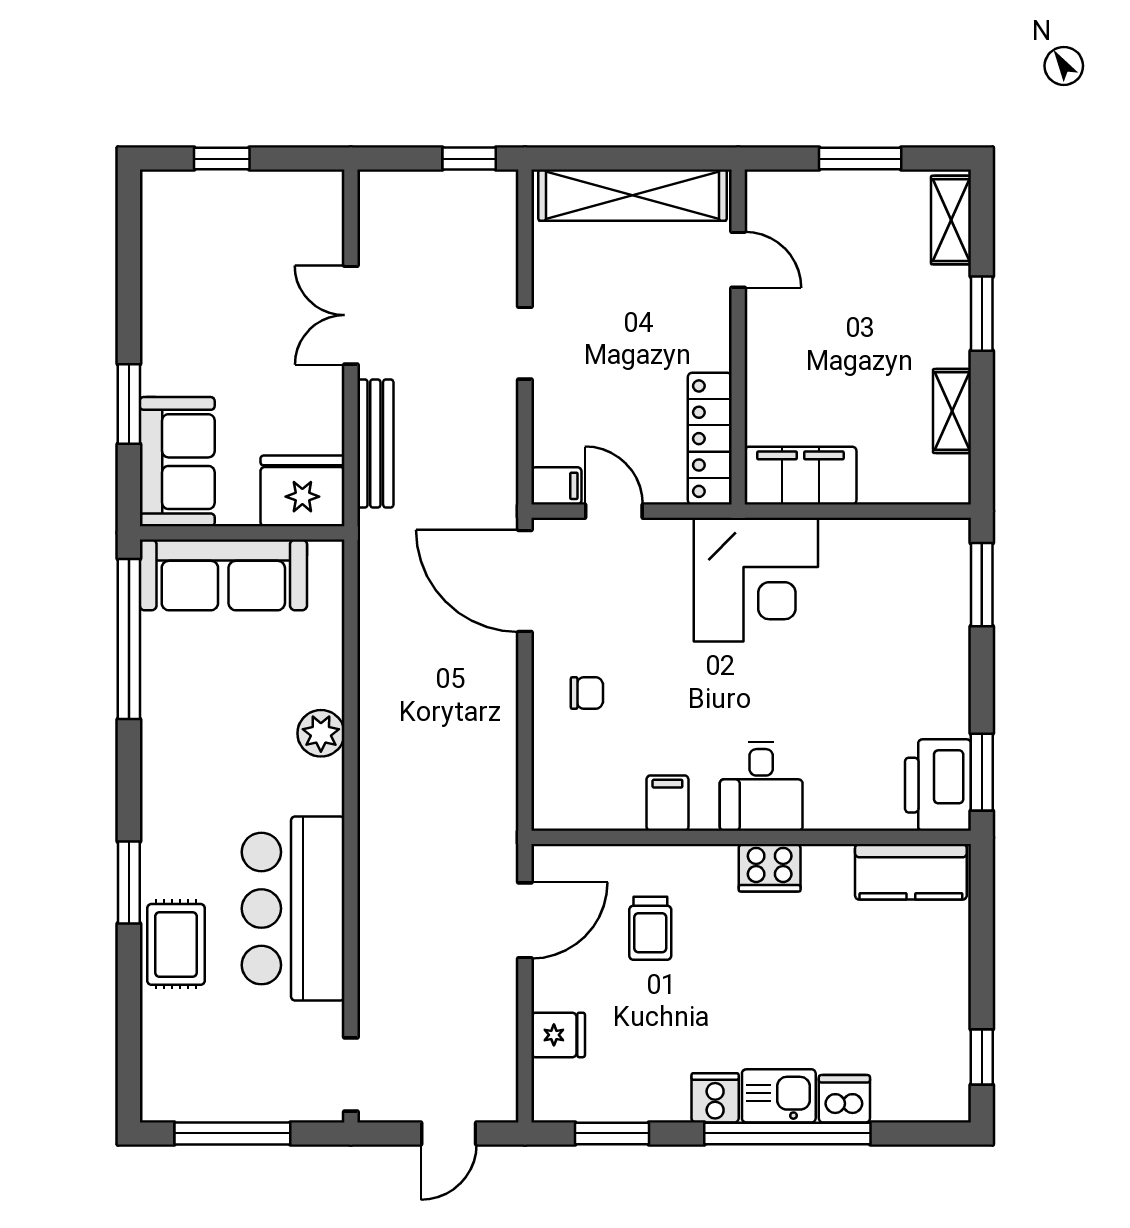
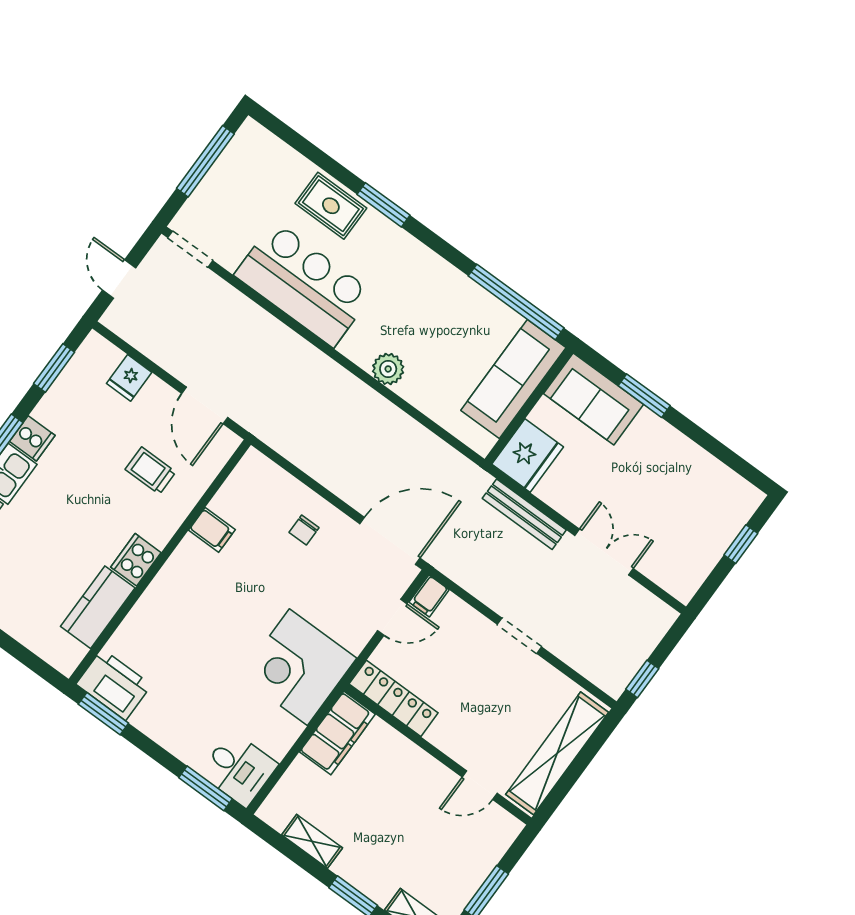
desk: (761, 786) -> (239, 769), moved, turned 180
kitchen counter: (911, 872) -> (98, 607), moved

